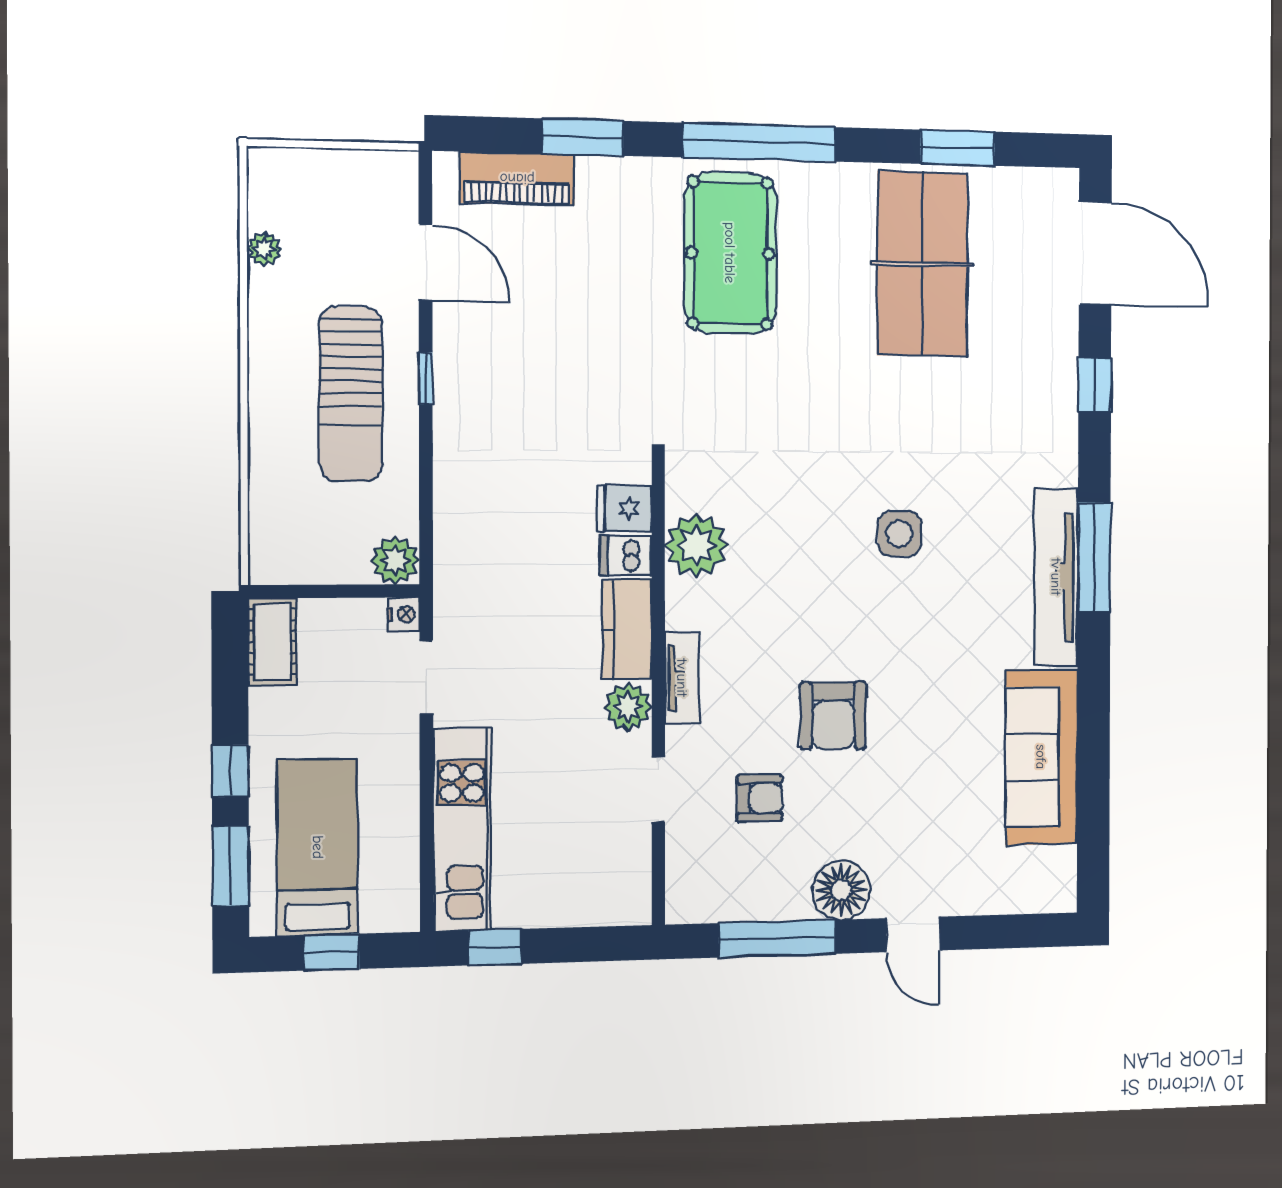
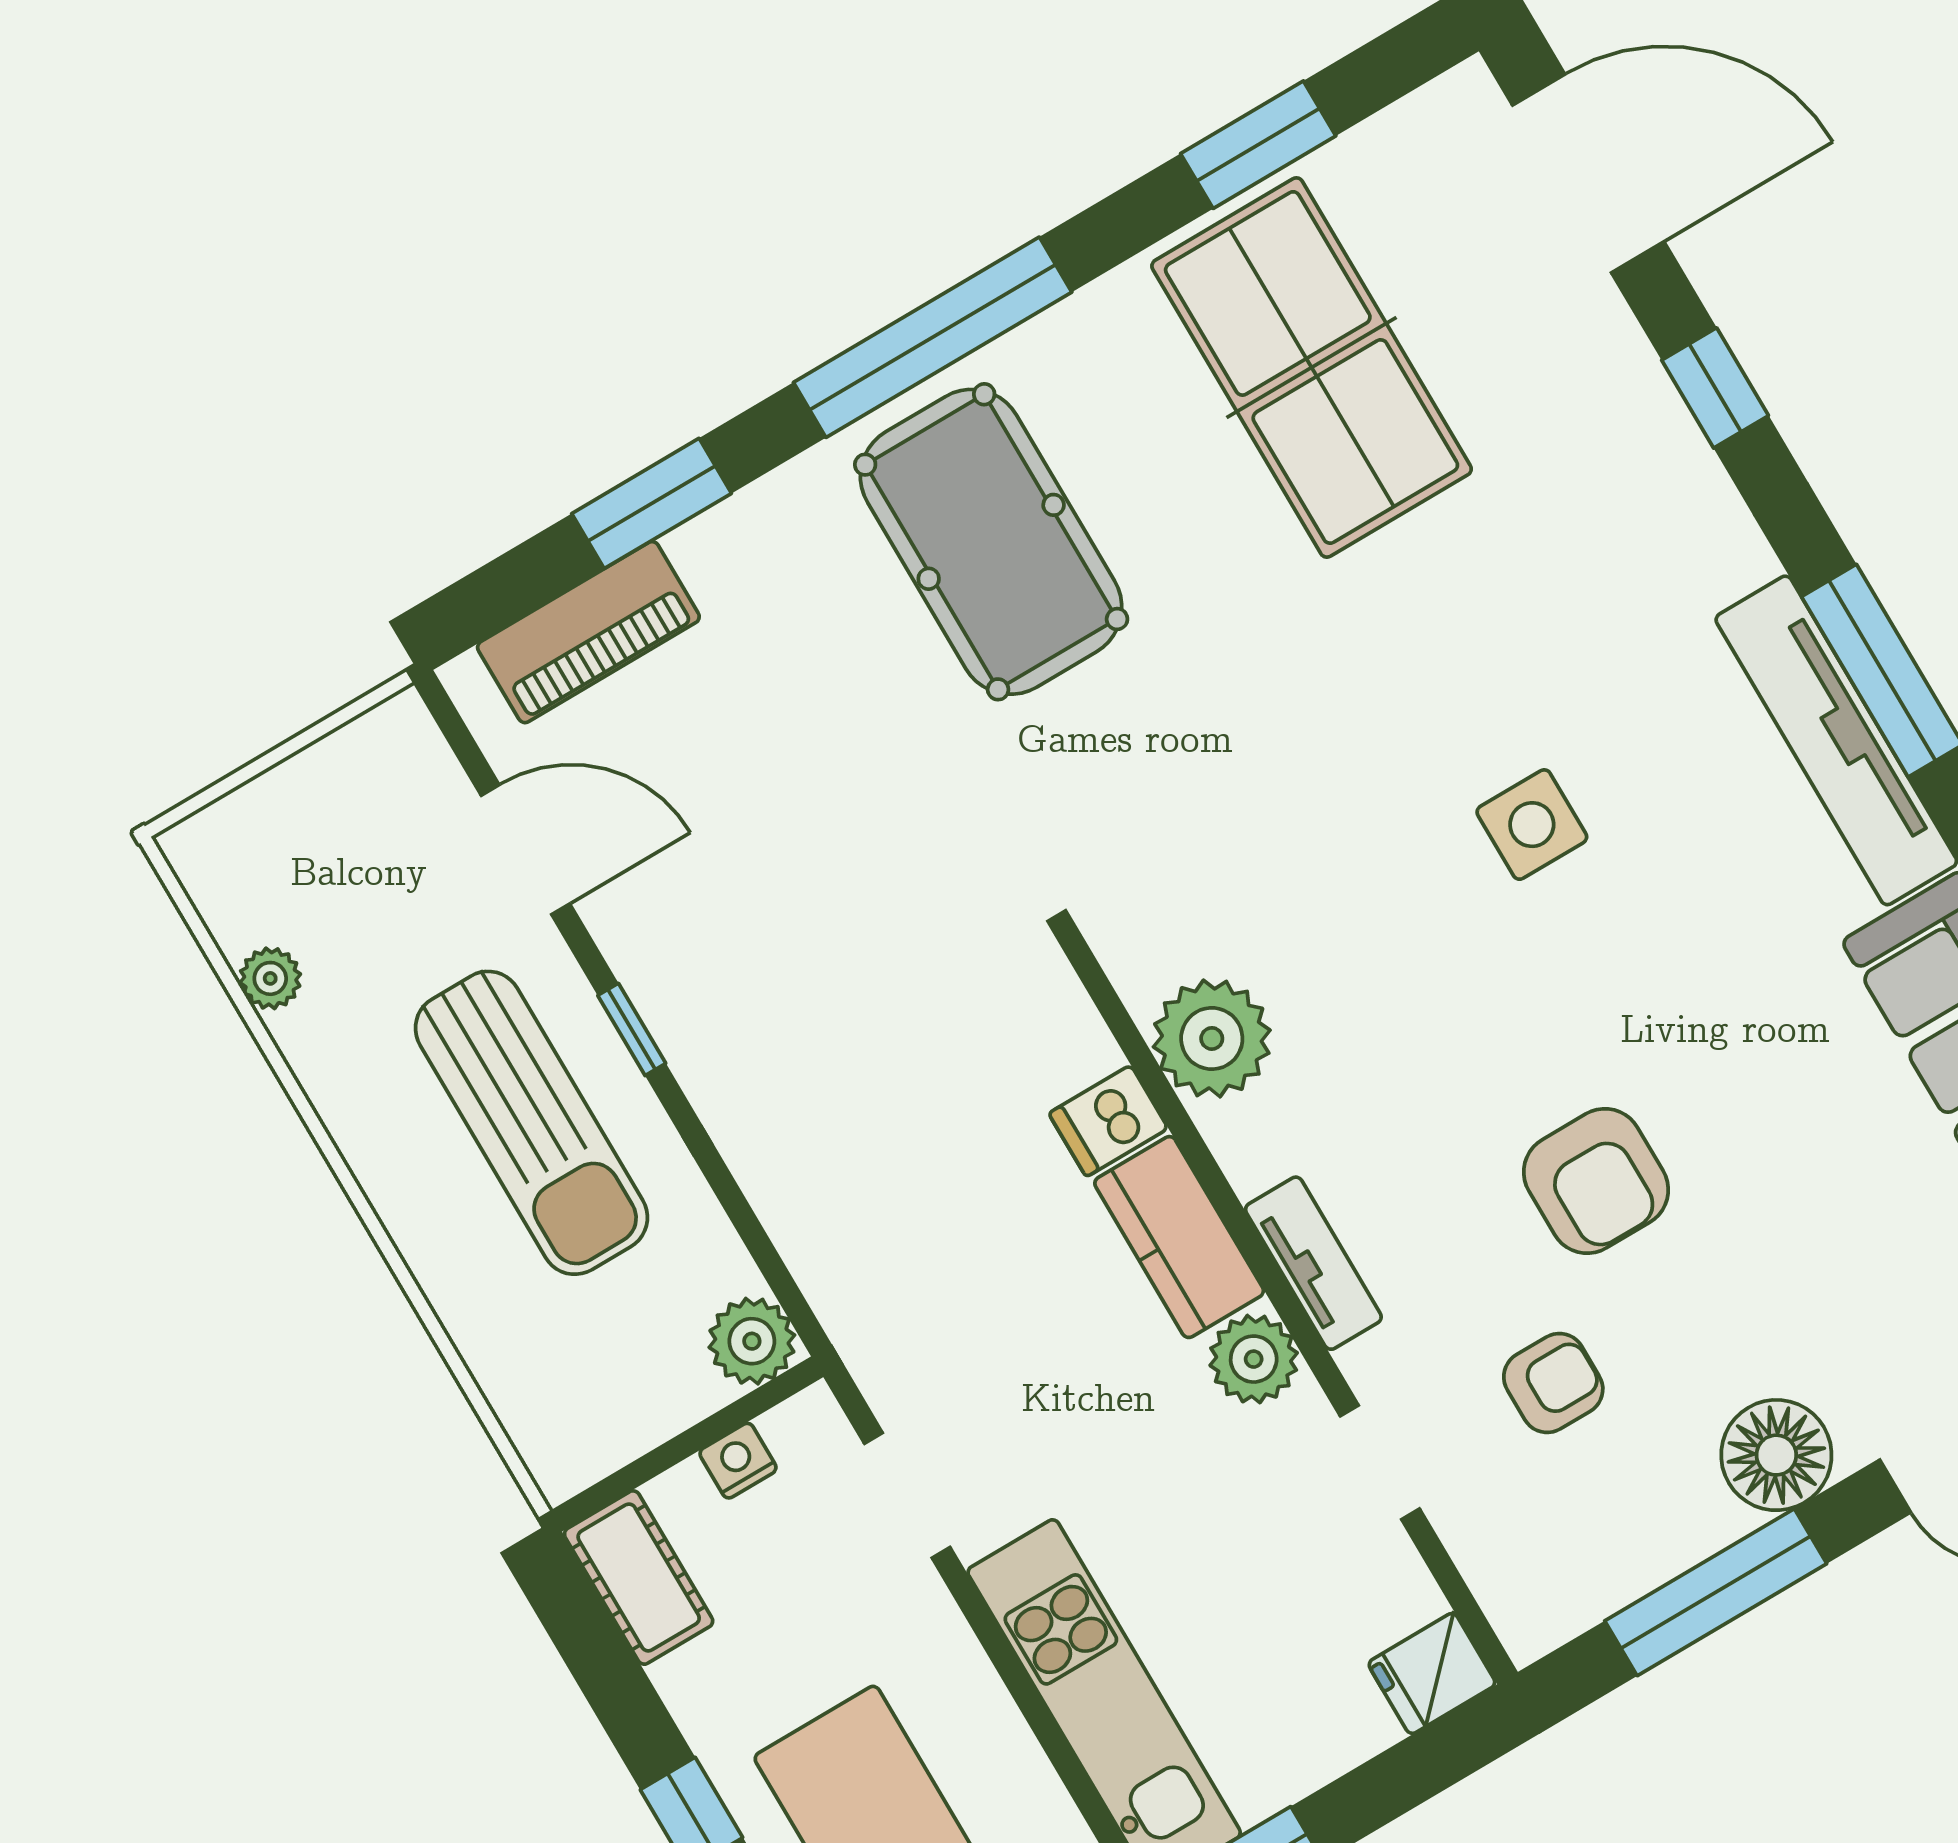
fridge: (624, 509) -> (1432, 1673), moved
nightstand: (404, 614) -> (738, 1461), moved, turned -90

